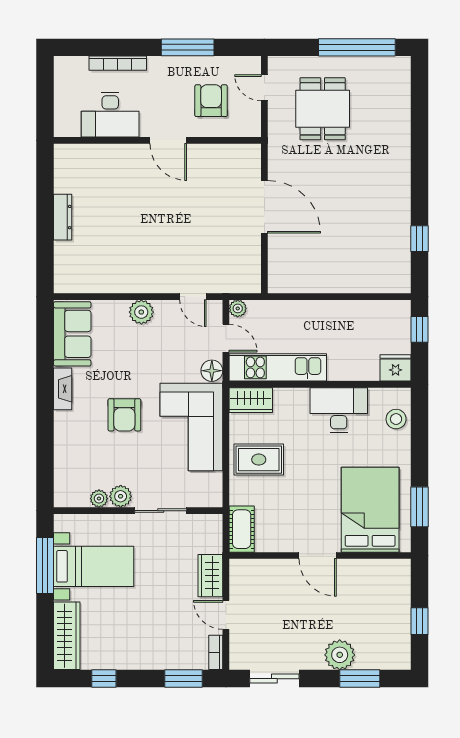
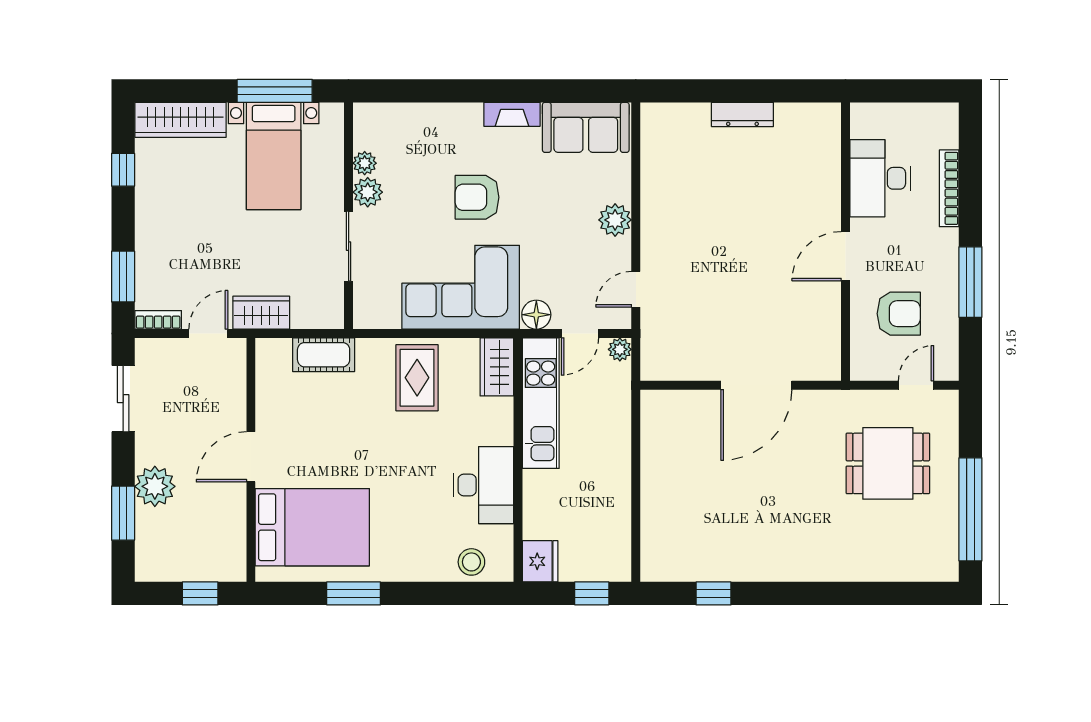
bed: (370, 510) -> (312, 527), moved
door: (318, 555) -> (251, 457), moved
wall: (320, 555) -> (251, 460), moved

